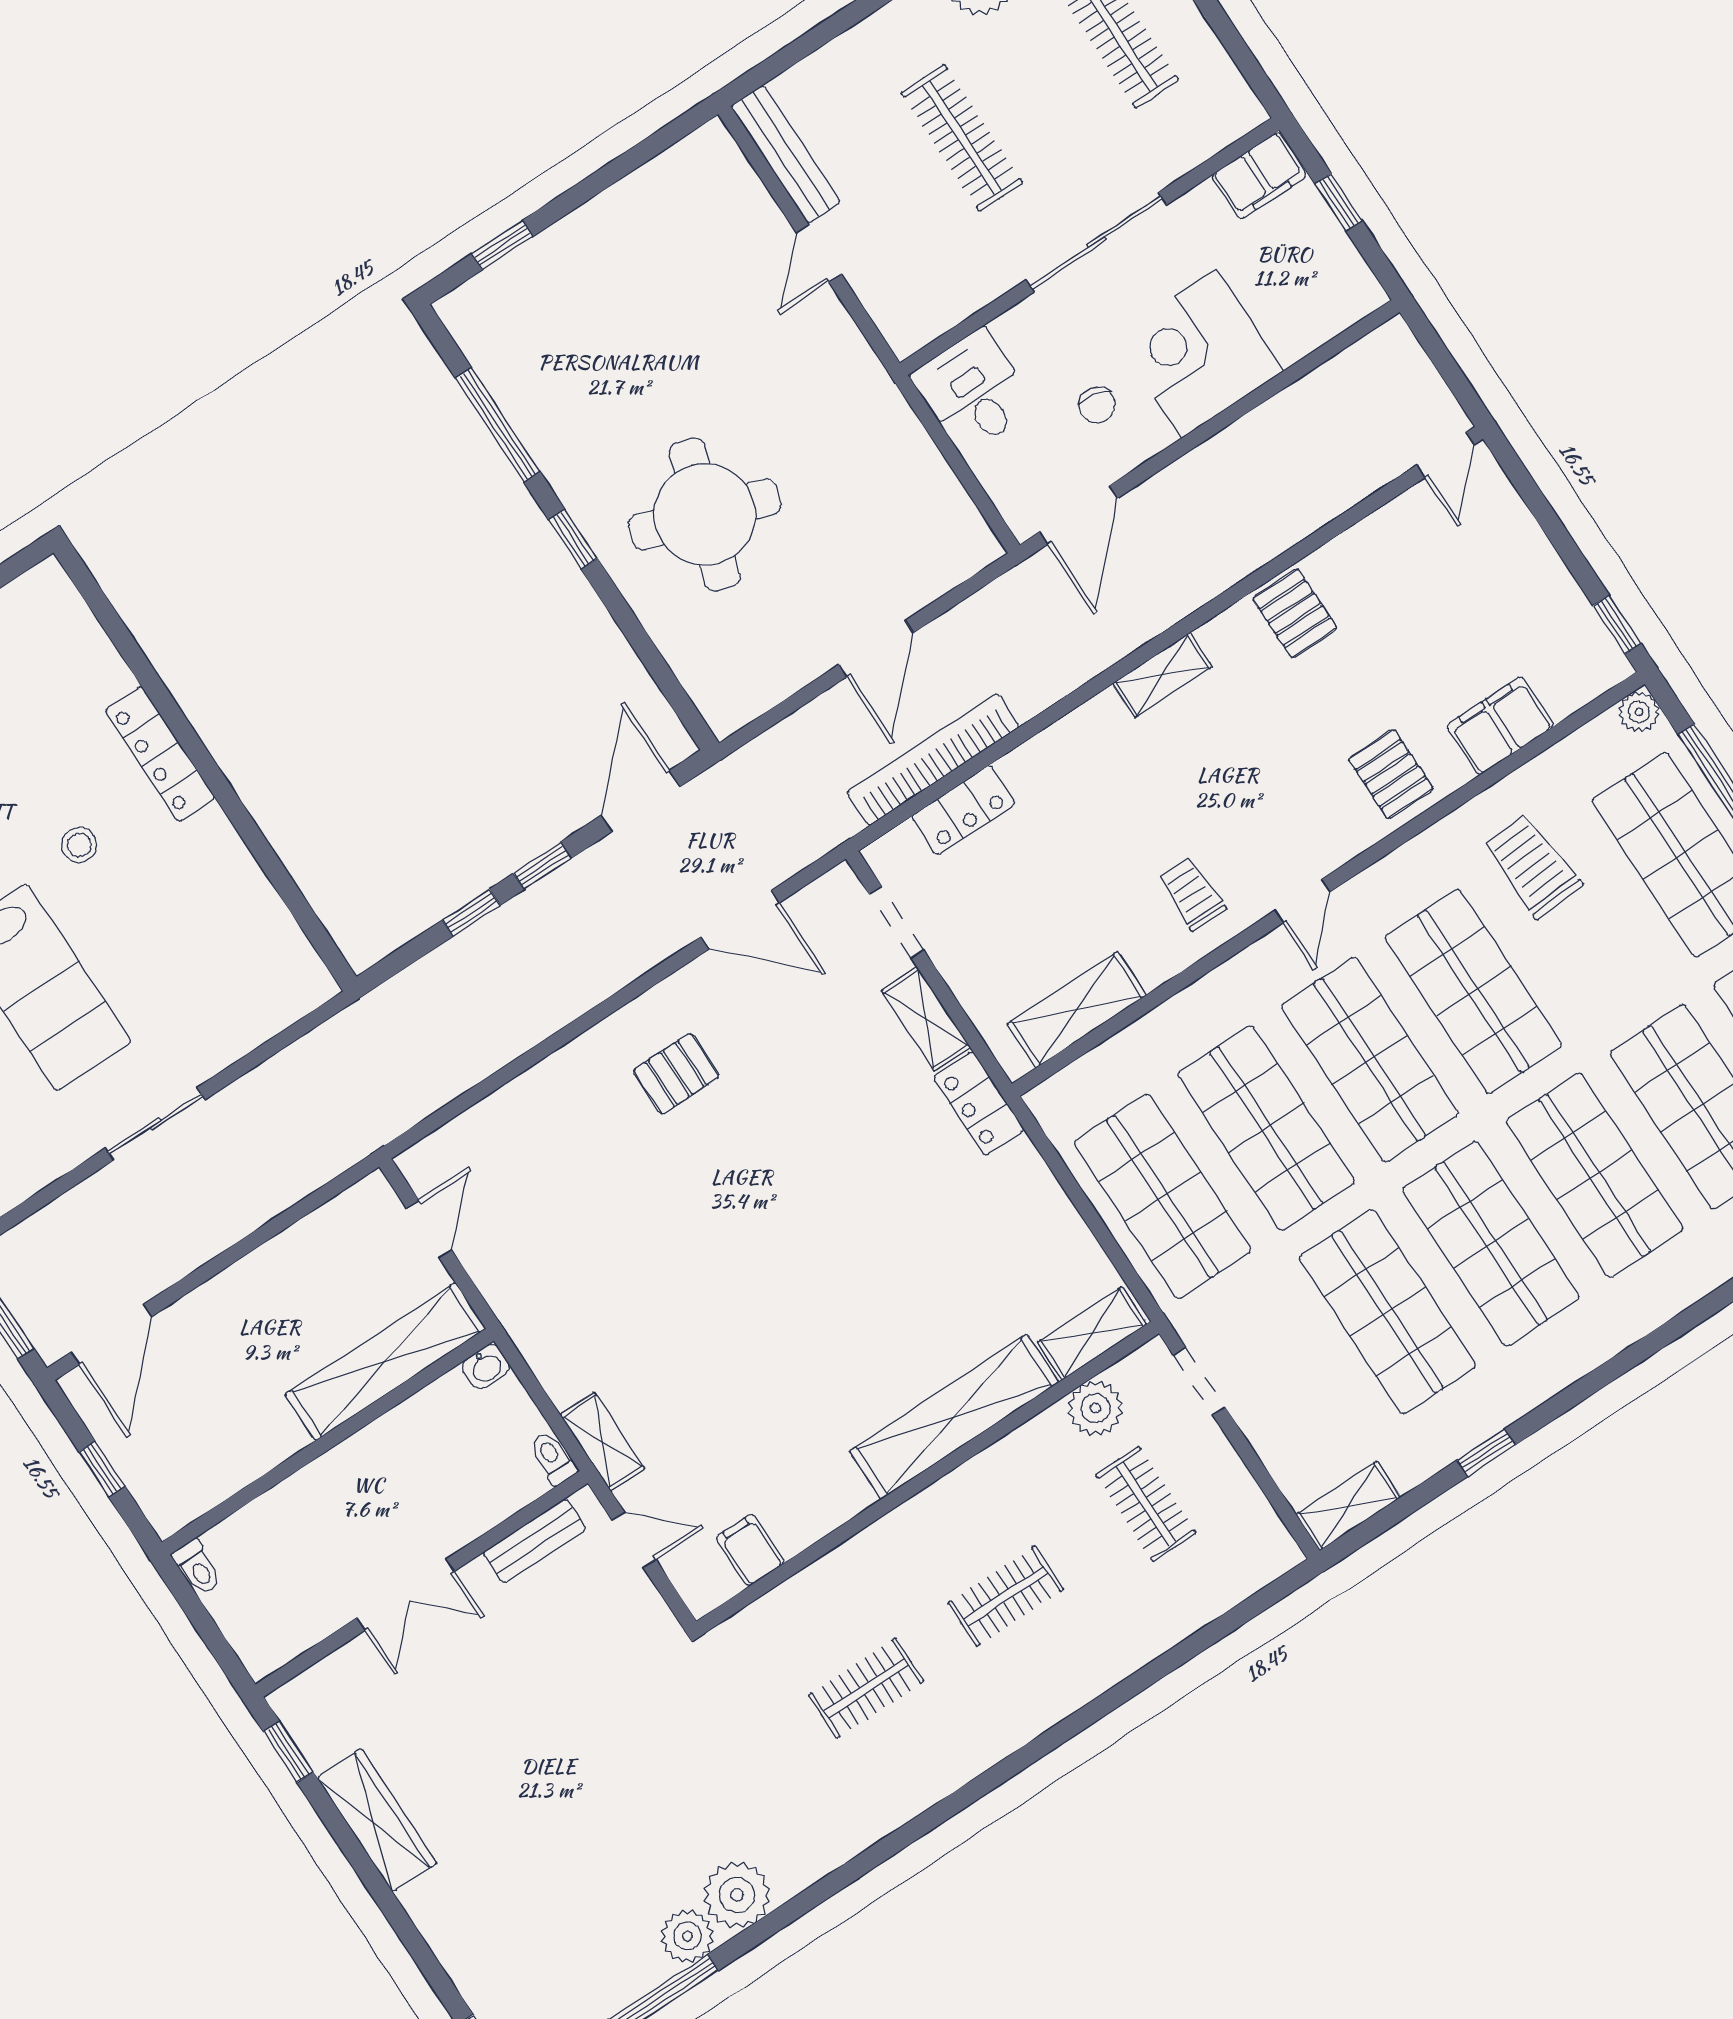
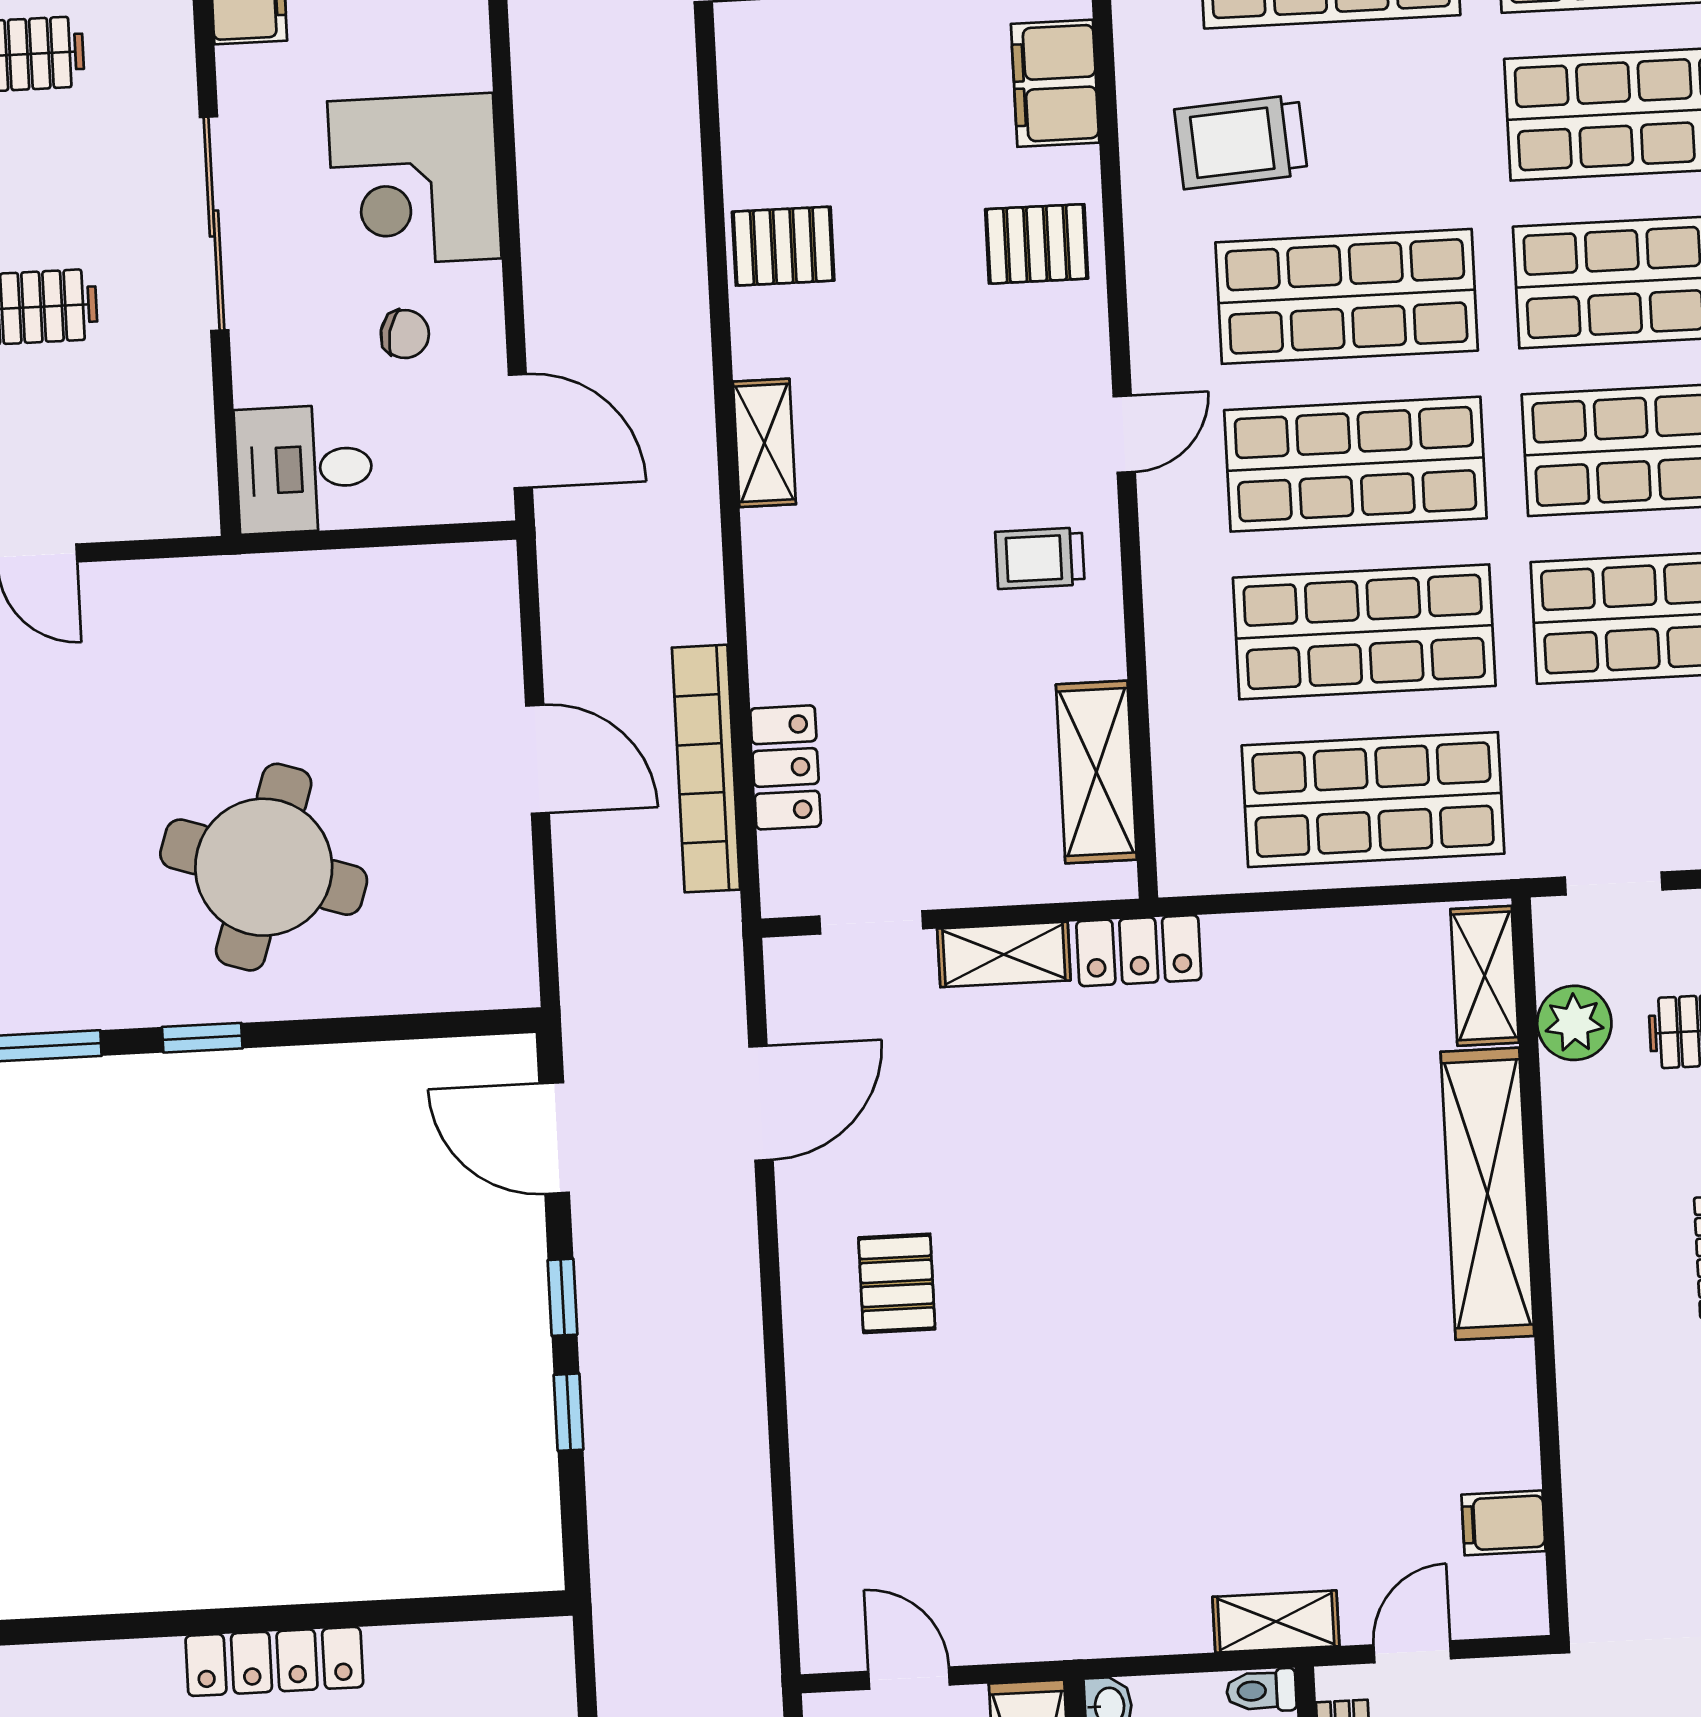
locker: (160, 754) -> (274, 1661), moved
door: (1302, 901) -> (1124, 434), hinge flipped

